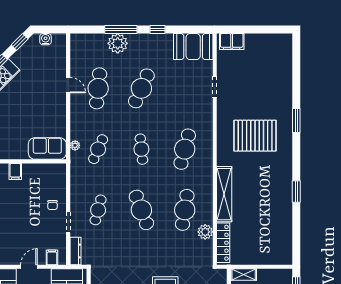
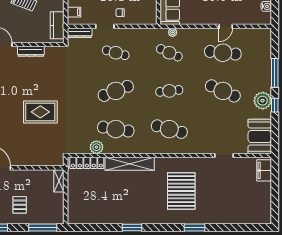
plant: (118, 43) -> (263, 101), moved

